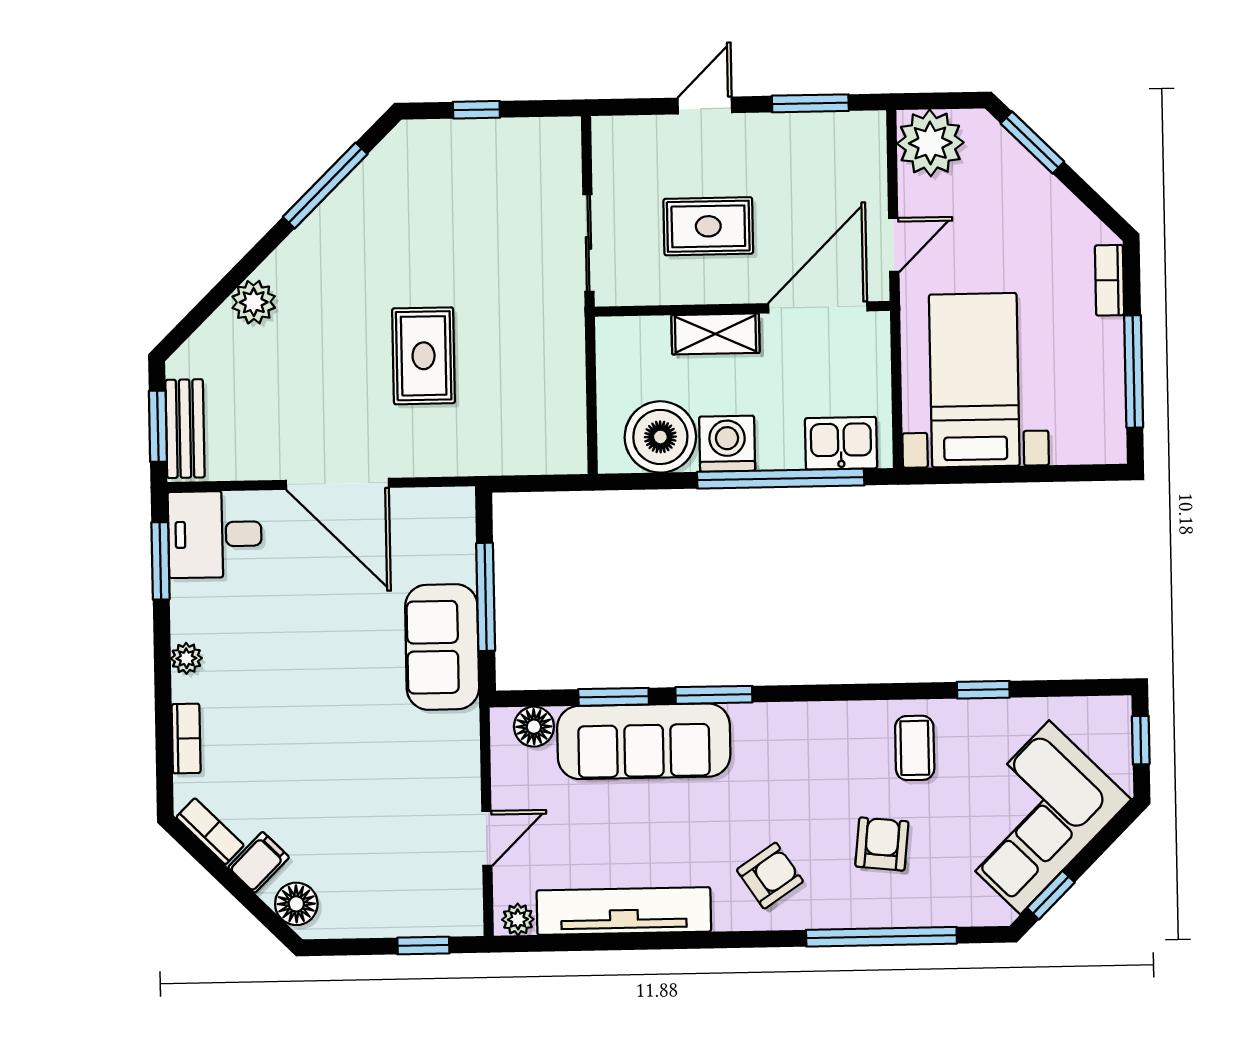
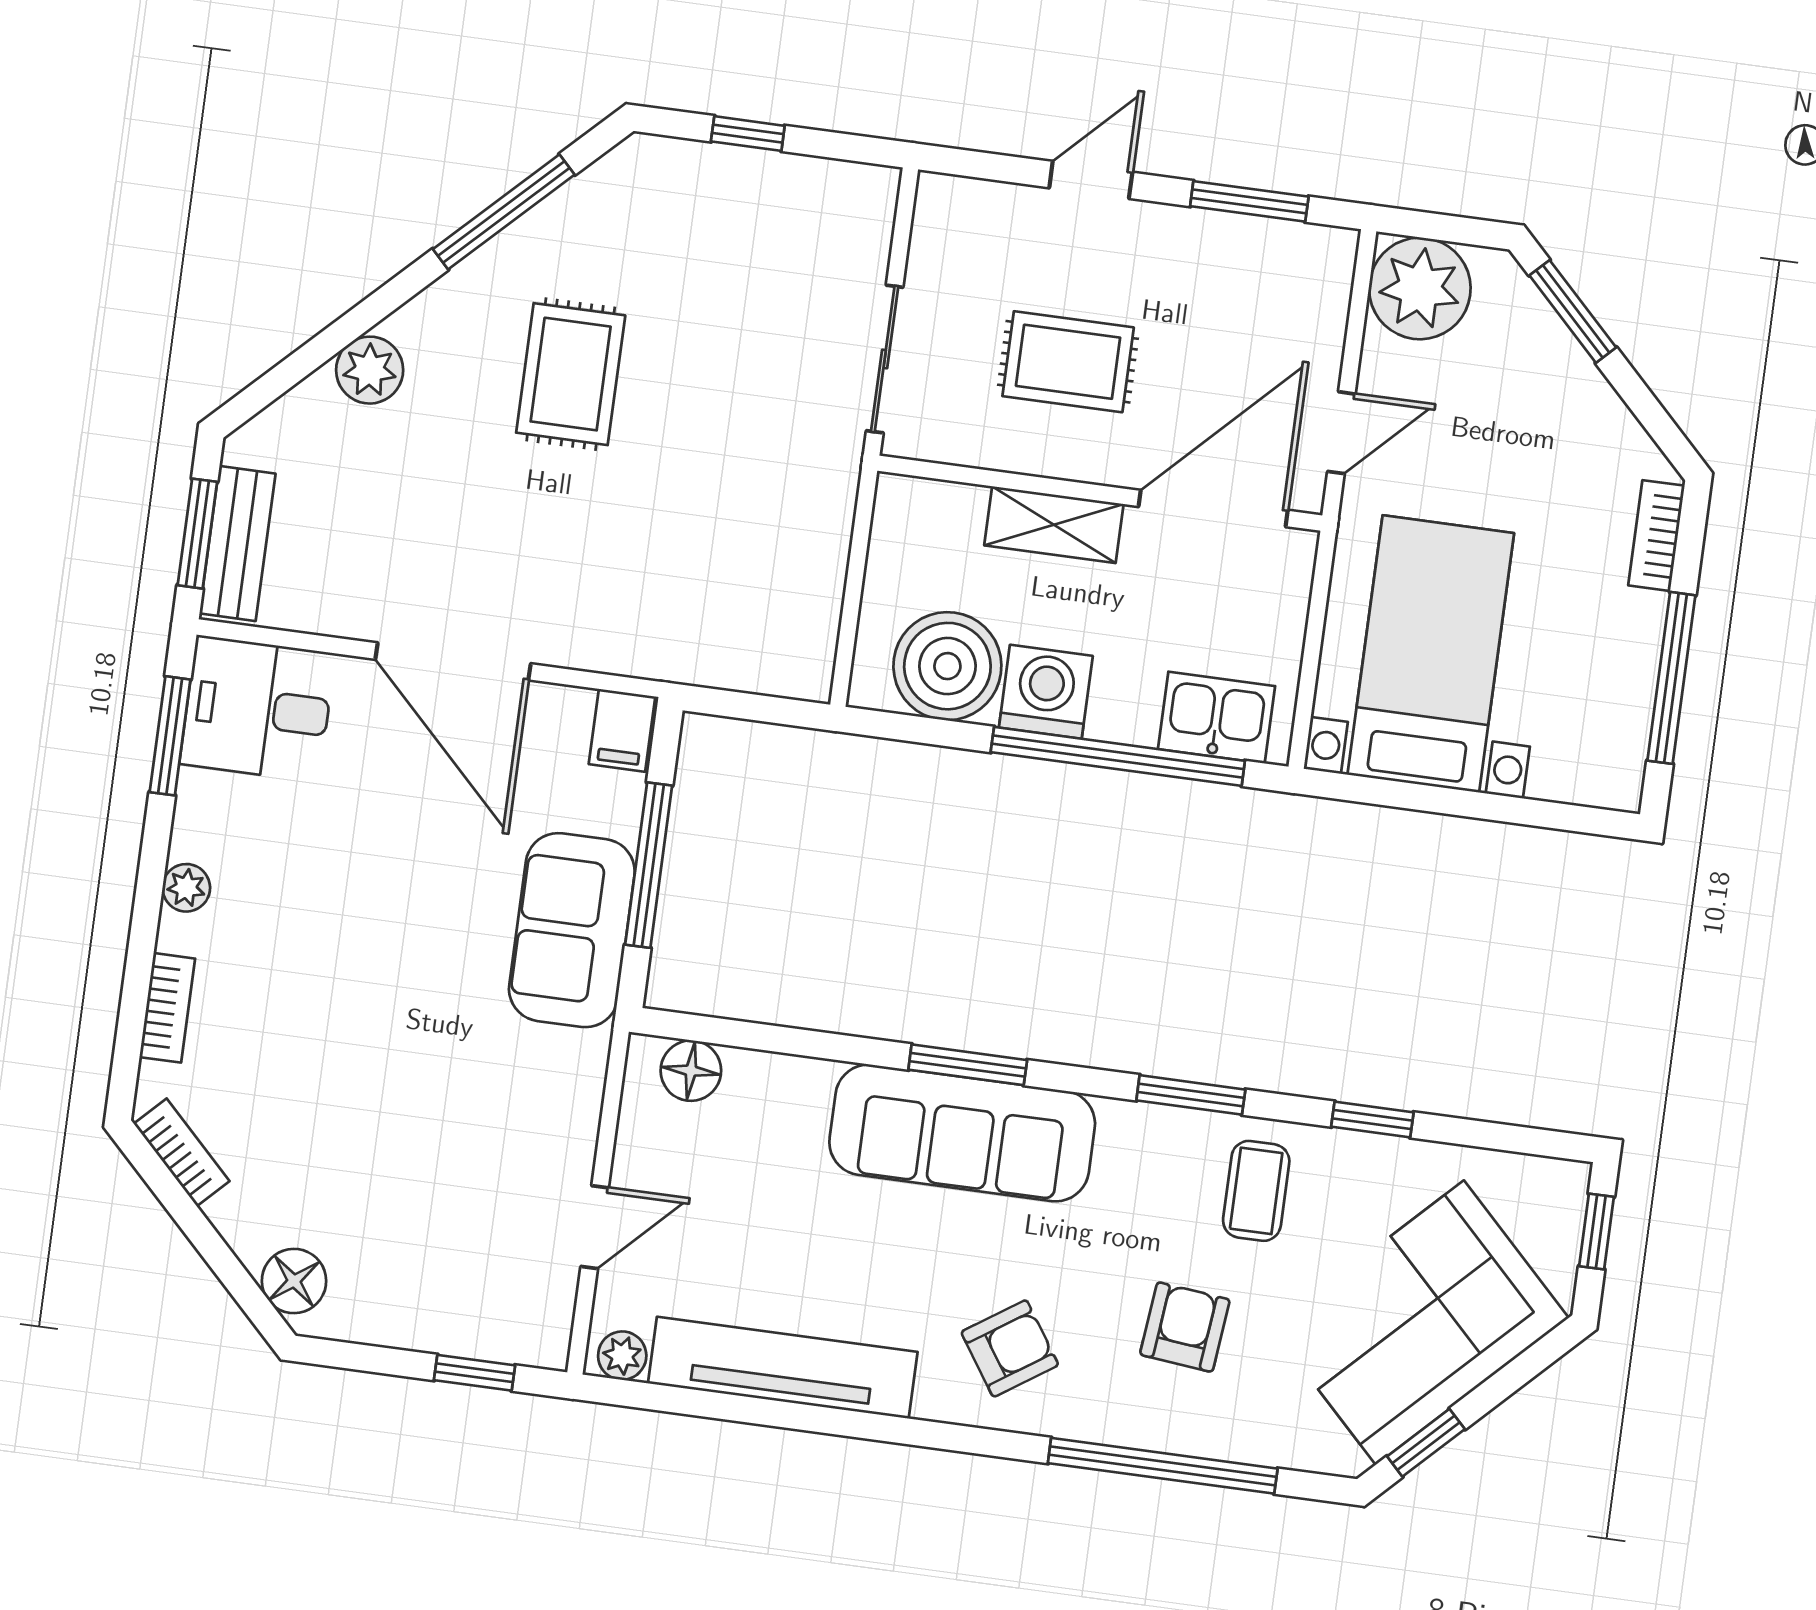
rug: (424, 356) -> (571, 374), moved
window: (614, 697) -> (1191, 1095), moved
sofa: (644, 741) -> (962, 1133), moved
filing cabinet: (259, 862) -> (622, 730), moved, turned 135

